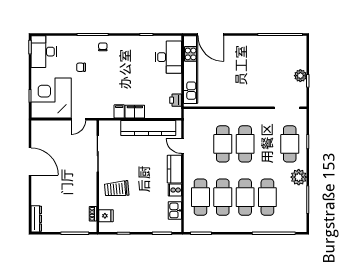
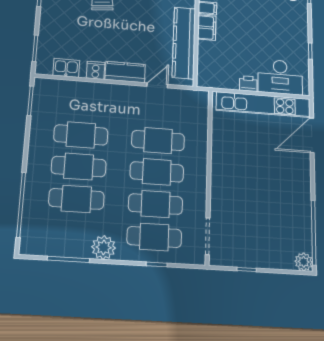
plant: (300, 76) -> (304, 262), moved
printer: (176, 100) -> (248, 84), moved
cafe table: (200, 197) -> (156, 204), moved

